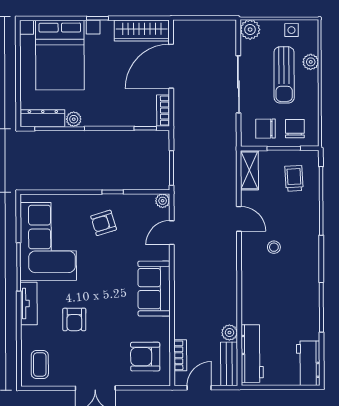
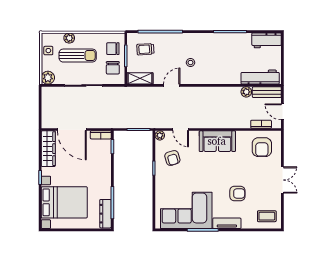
plant: (74, 119) -> (106, 193), removed
armchair: (104, 223) -> (172, 158), moved

